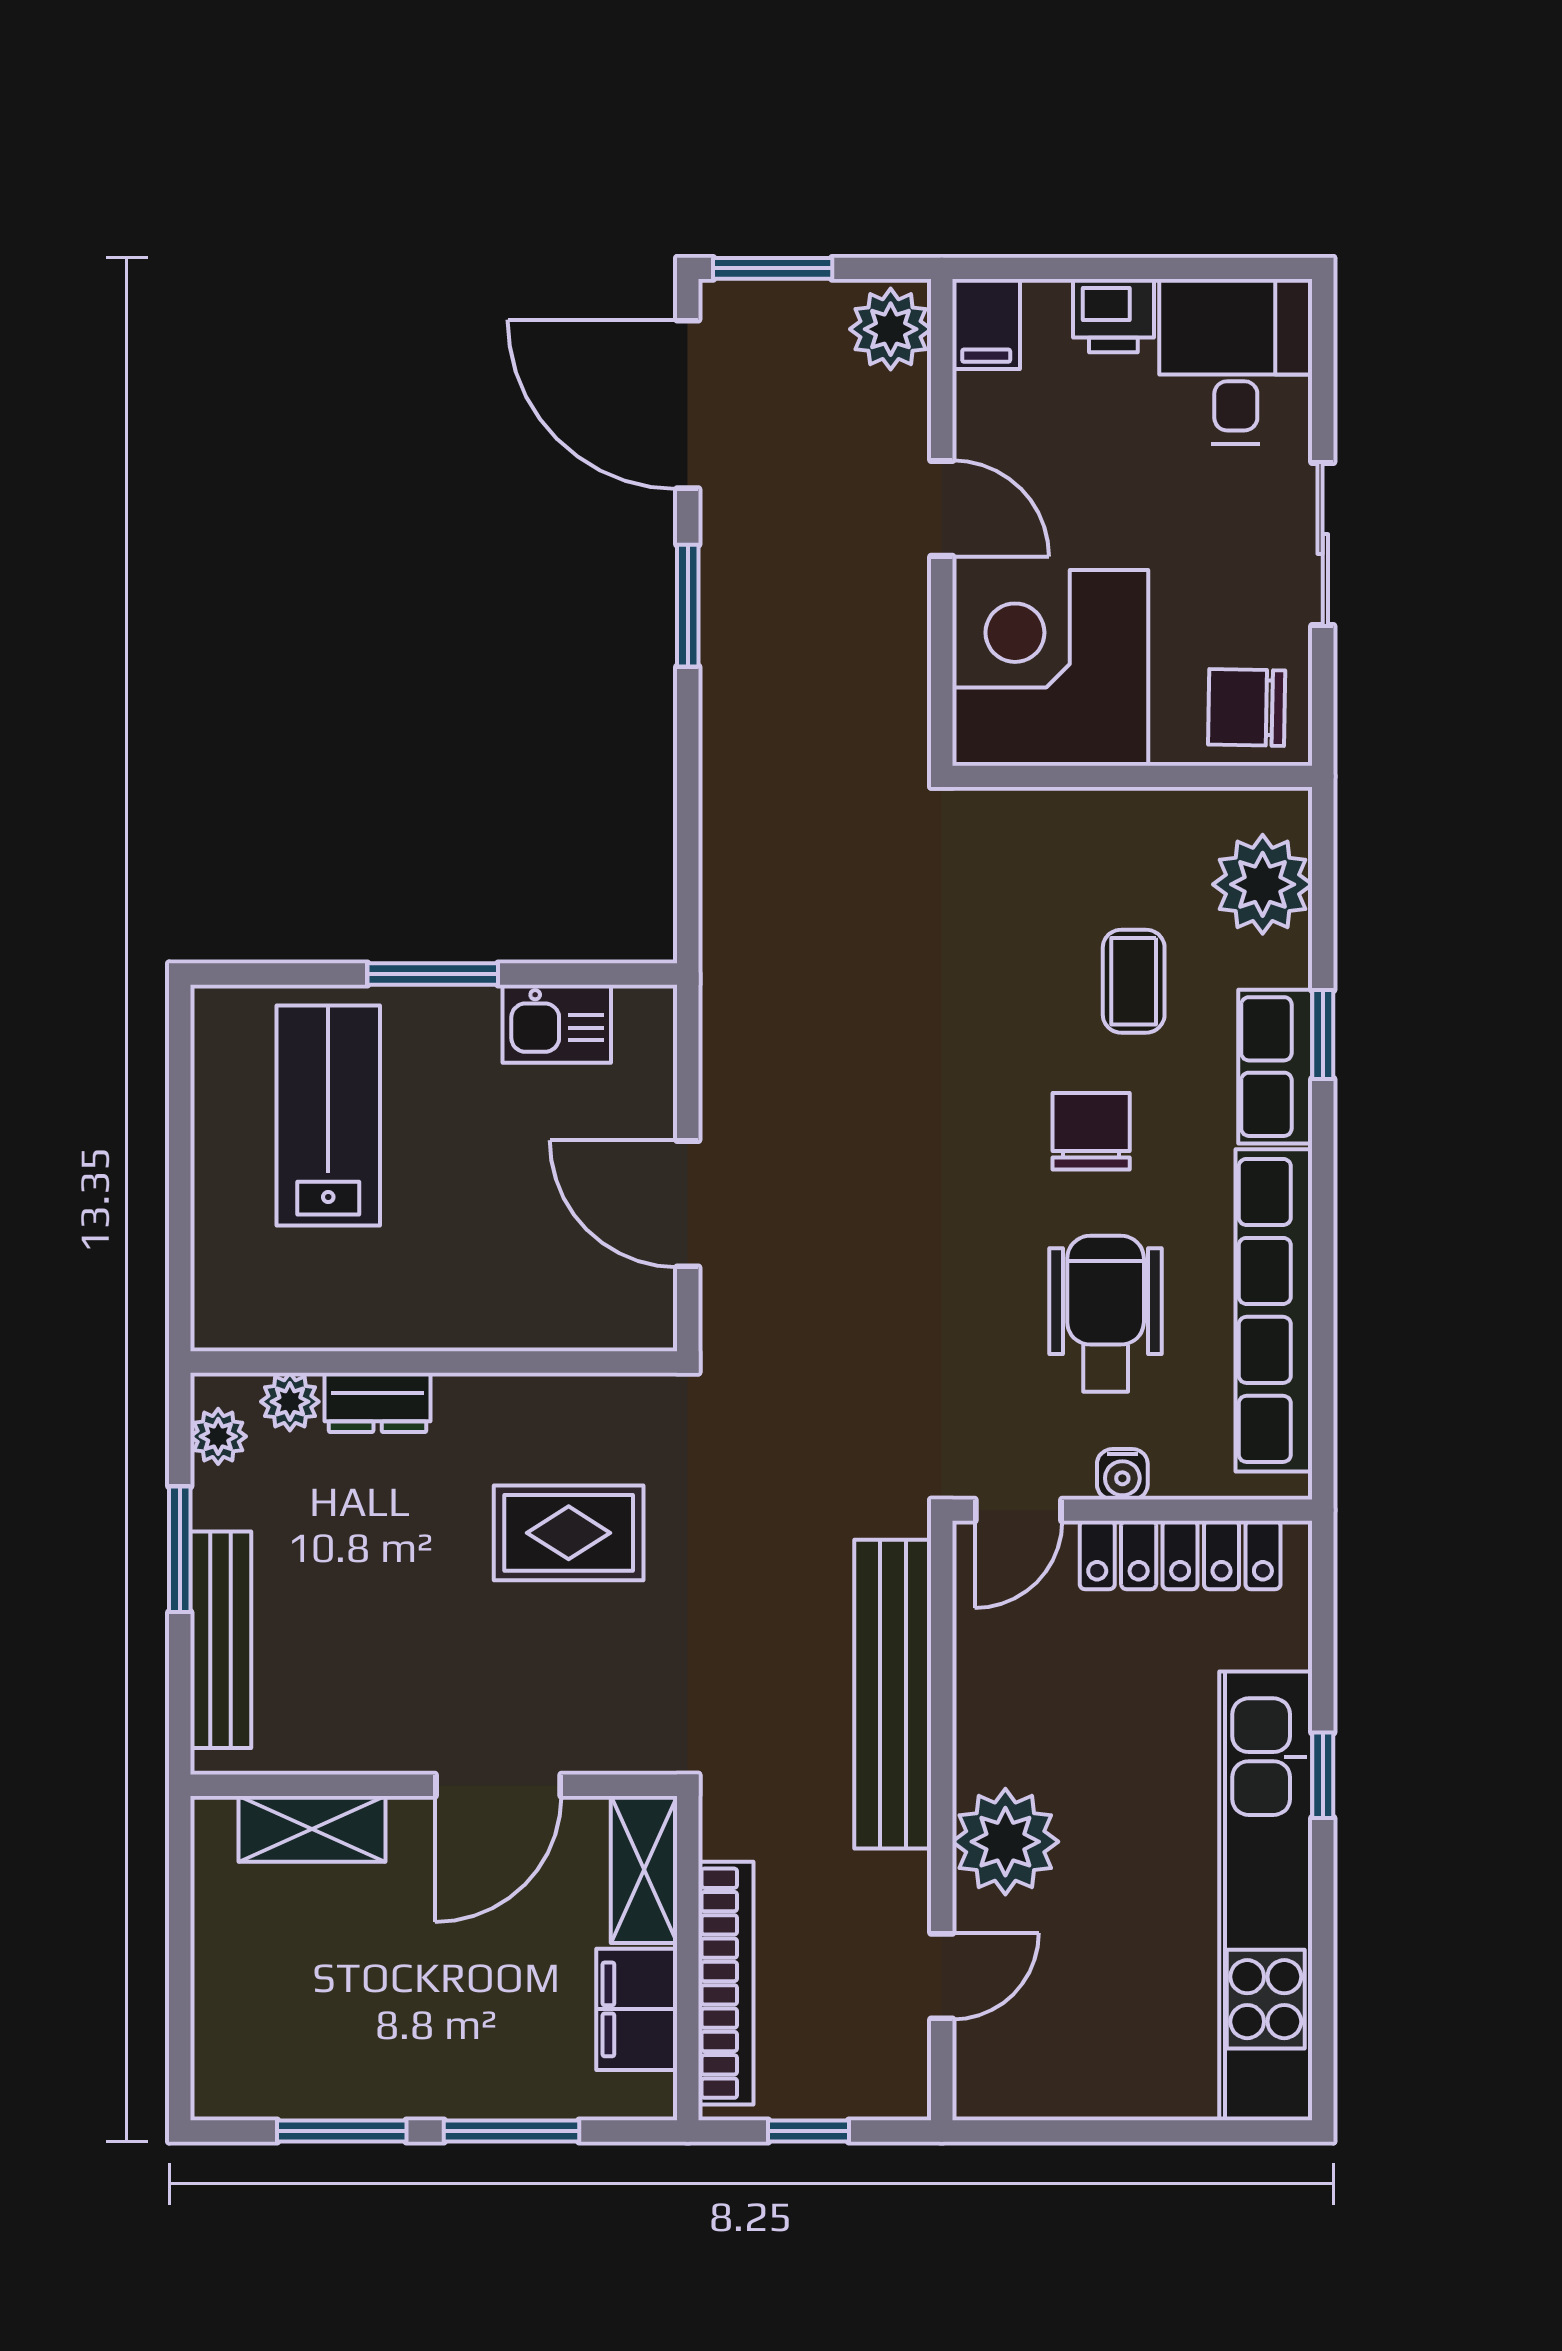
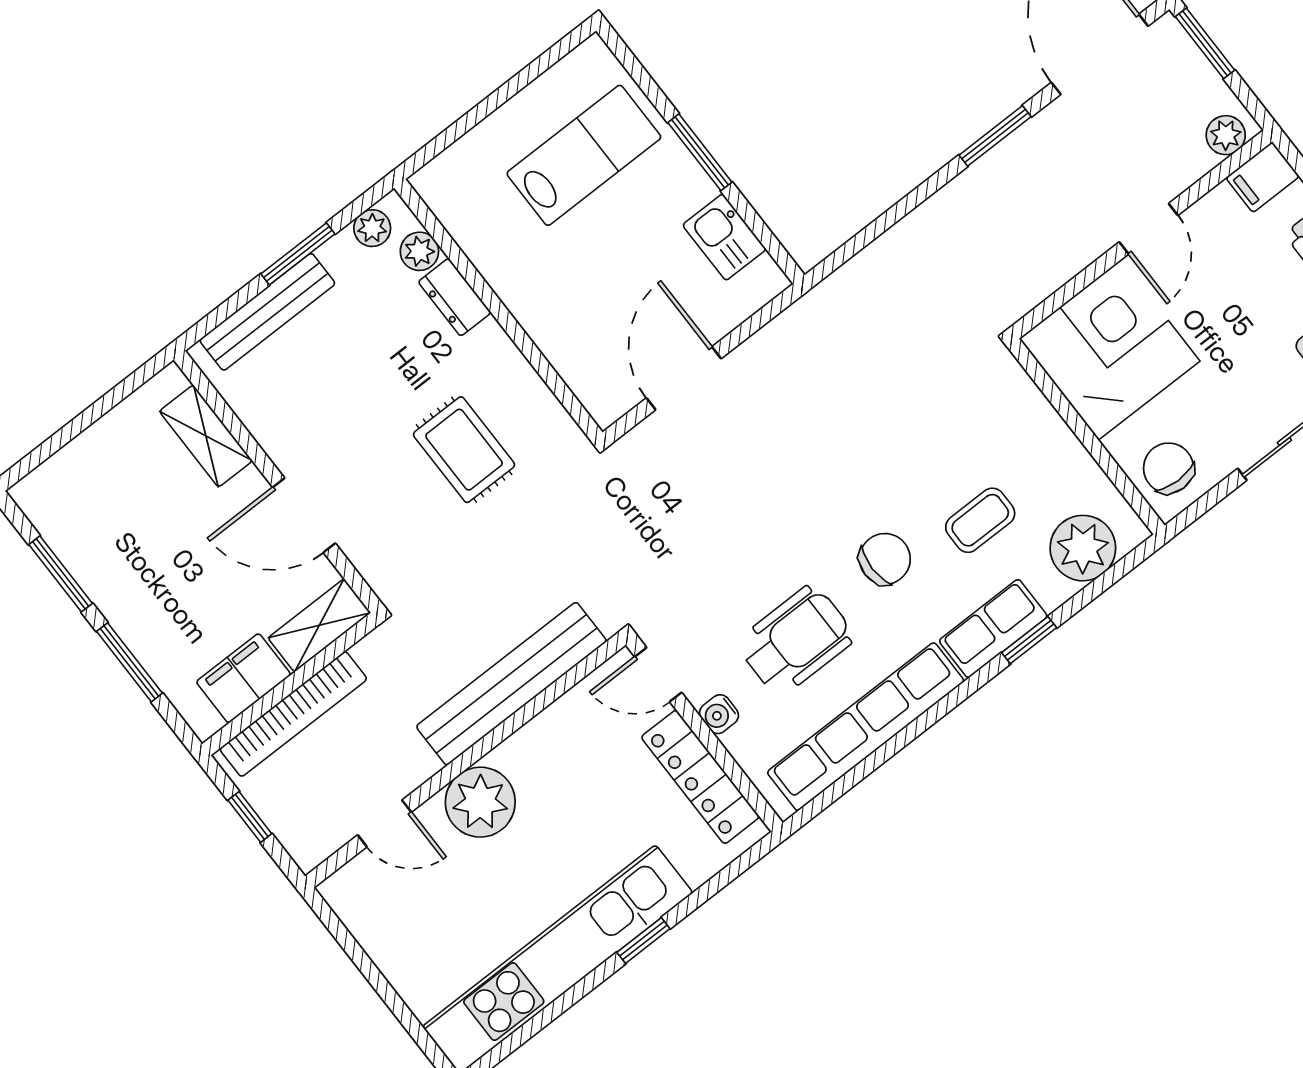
plant: (891, 329) -> (1226, 135), width x0.73, depth x0.73

